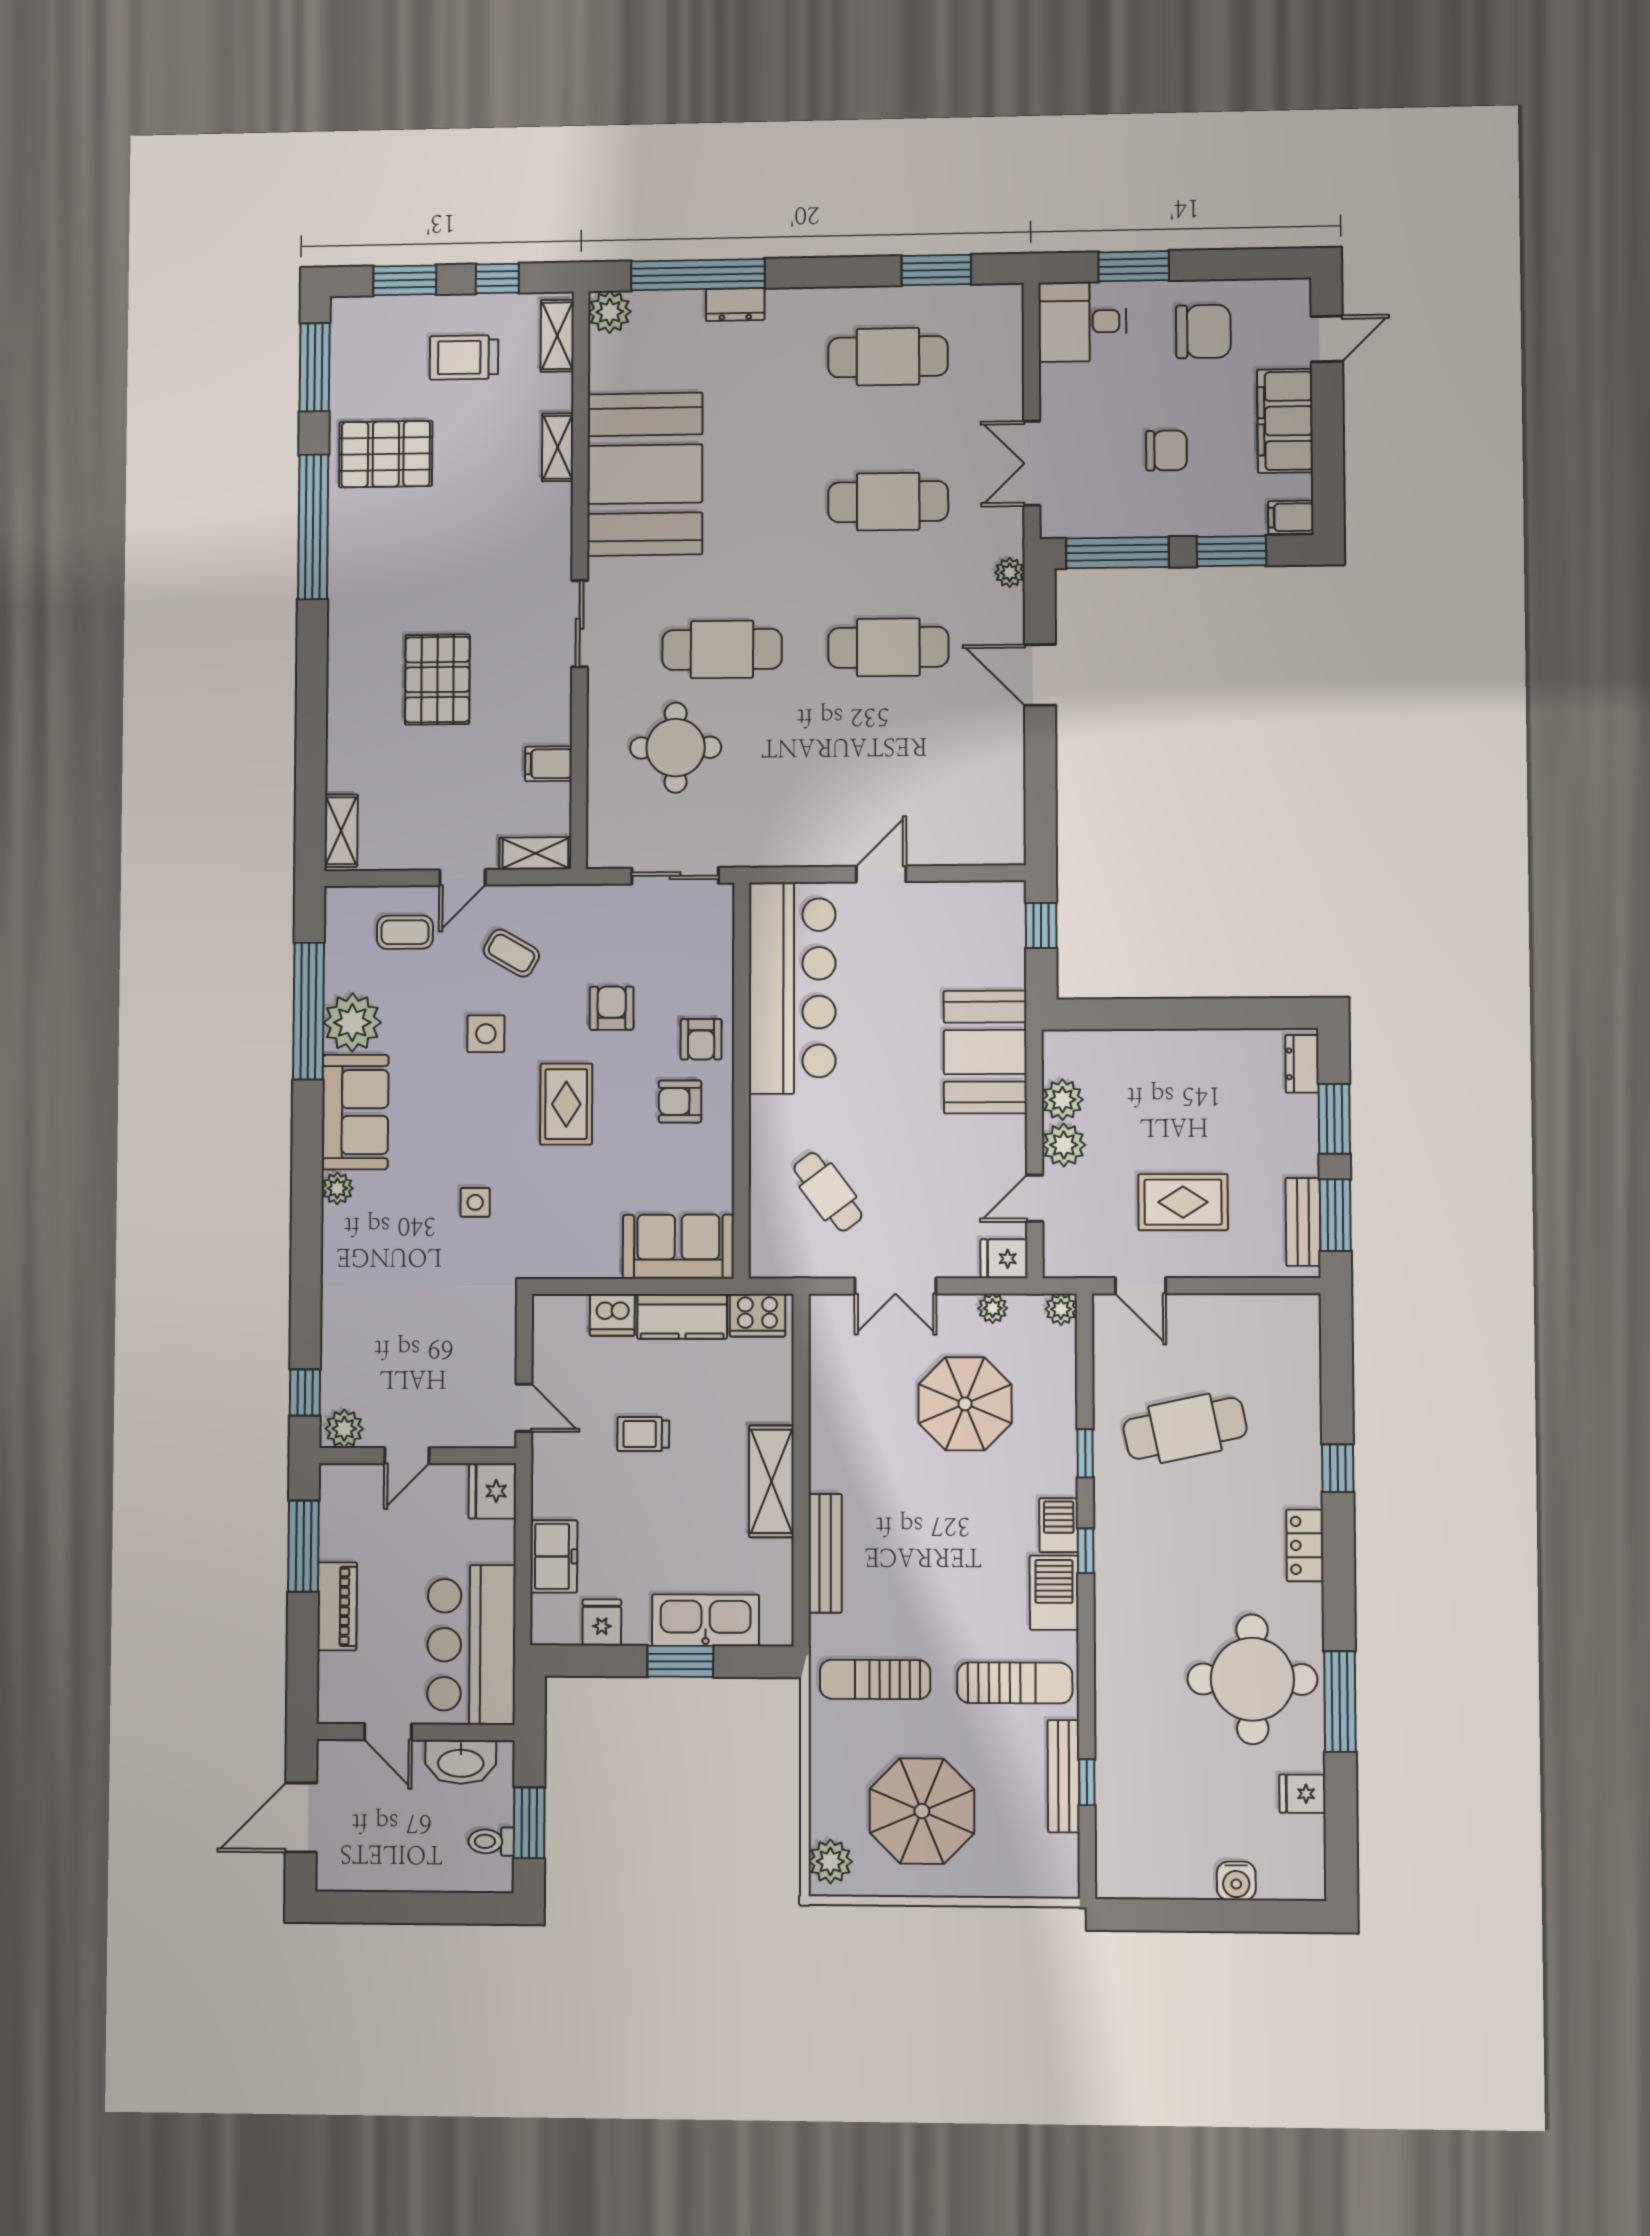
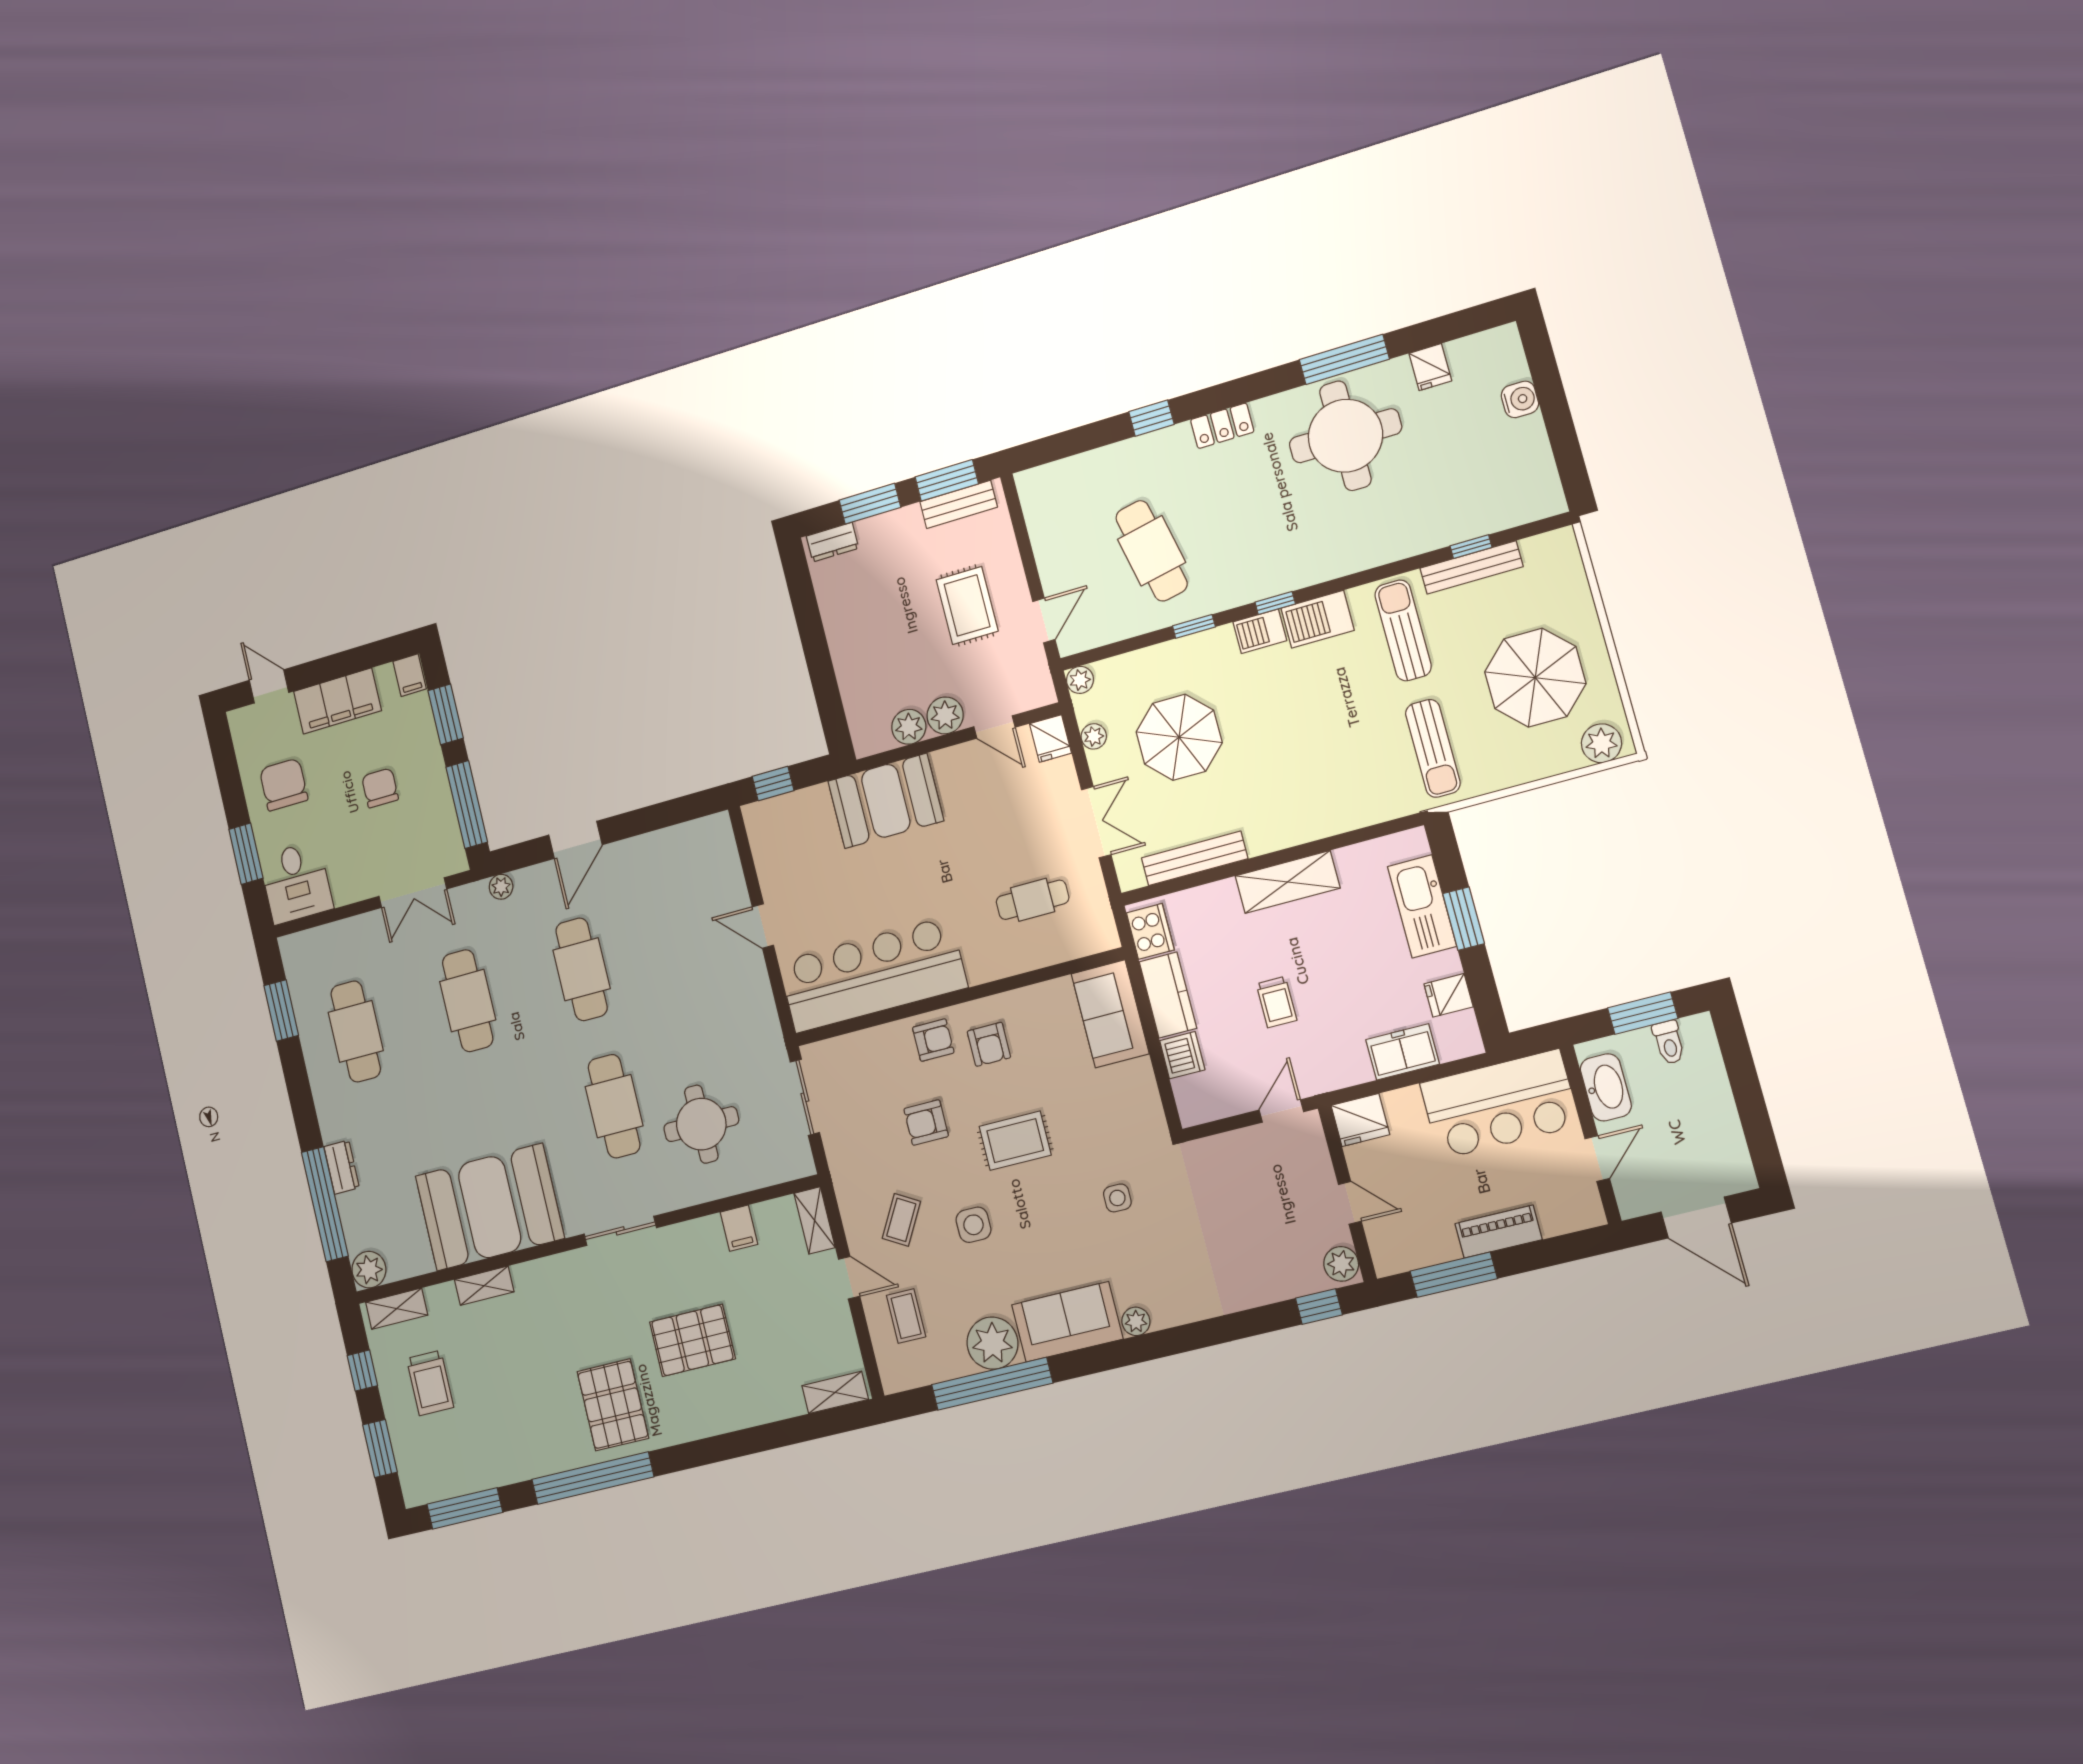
pallet: (386, 454) -> (613, 1405), moved
cafe table: (828, 1192) -> (1032, 900), turned 37
bench: (825, 1553) -> (1195, 858), moved

